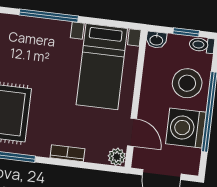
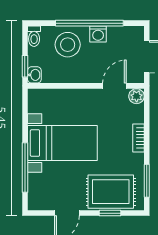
window: (186, 32) -> (25, 66), moved
bed with nightstands: (102, 67) -> (62, 143), moved
washing machine: (186, 128) -> (98, 34), width x0.53, depth x0.53

